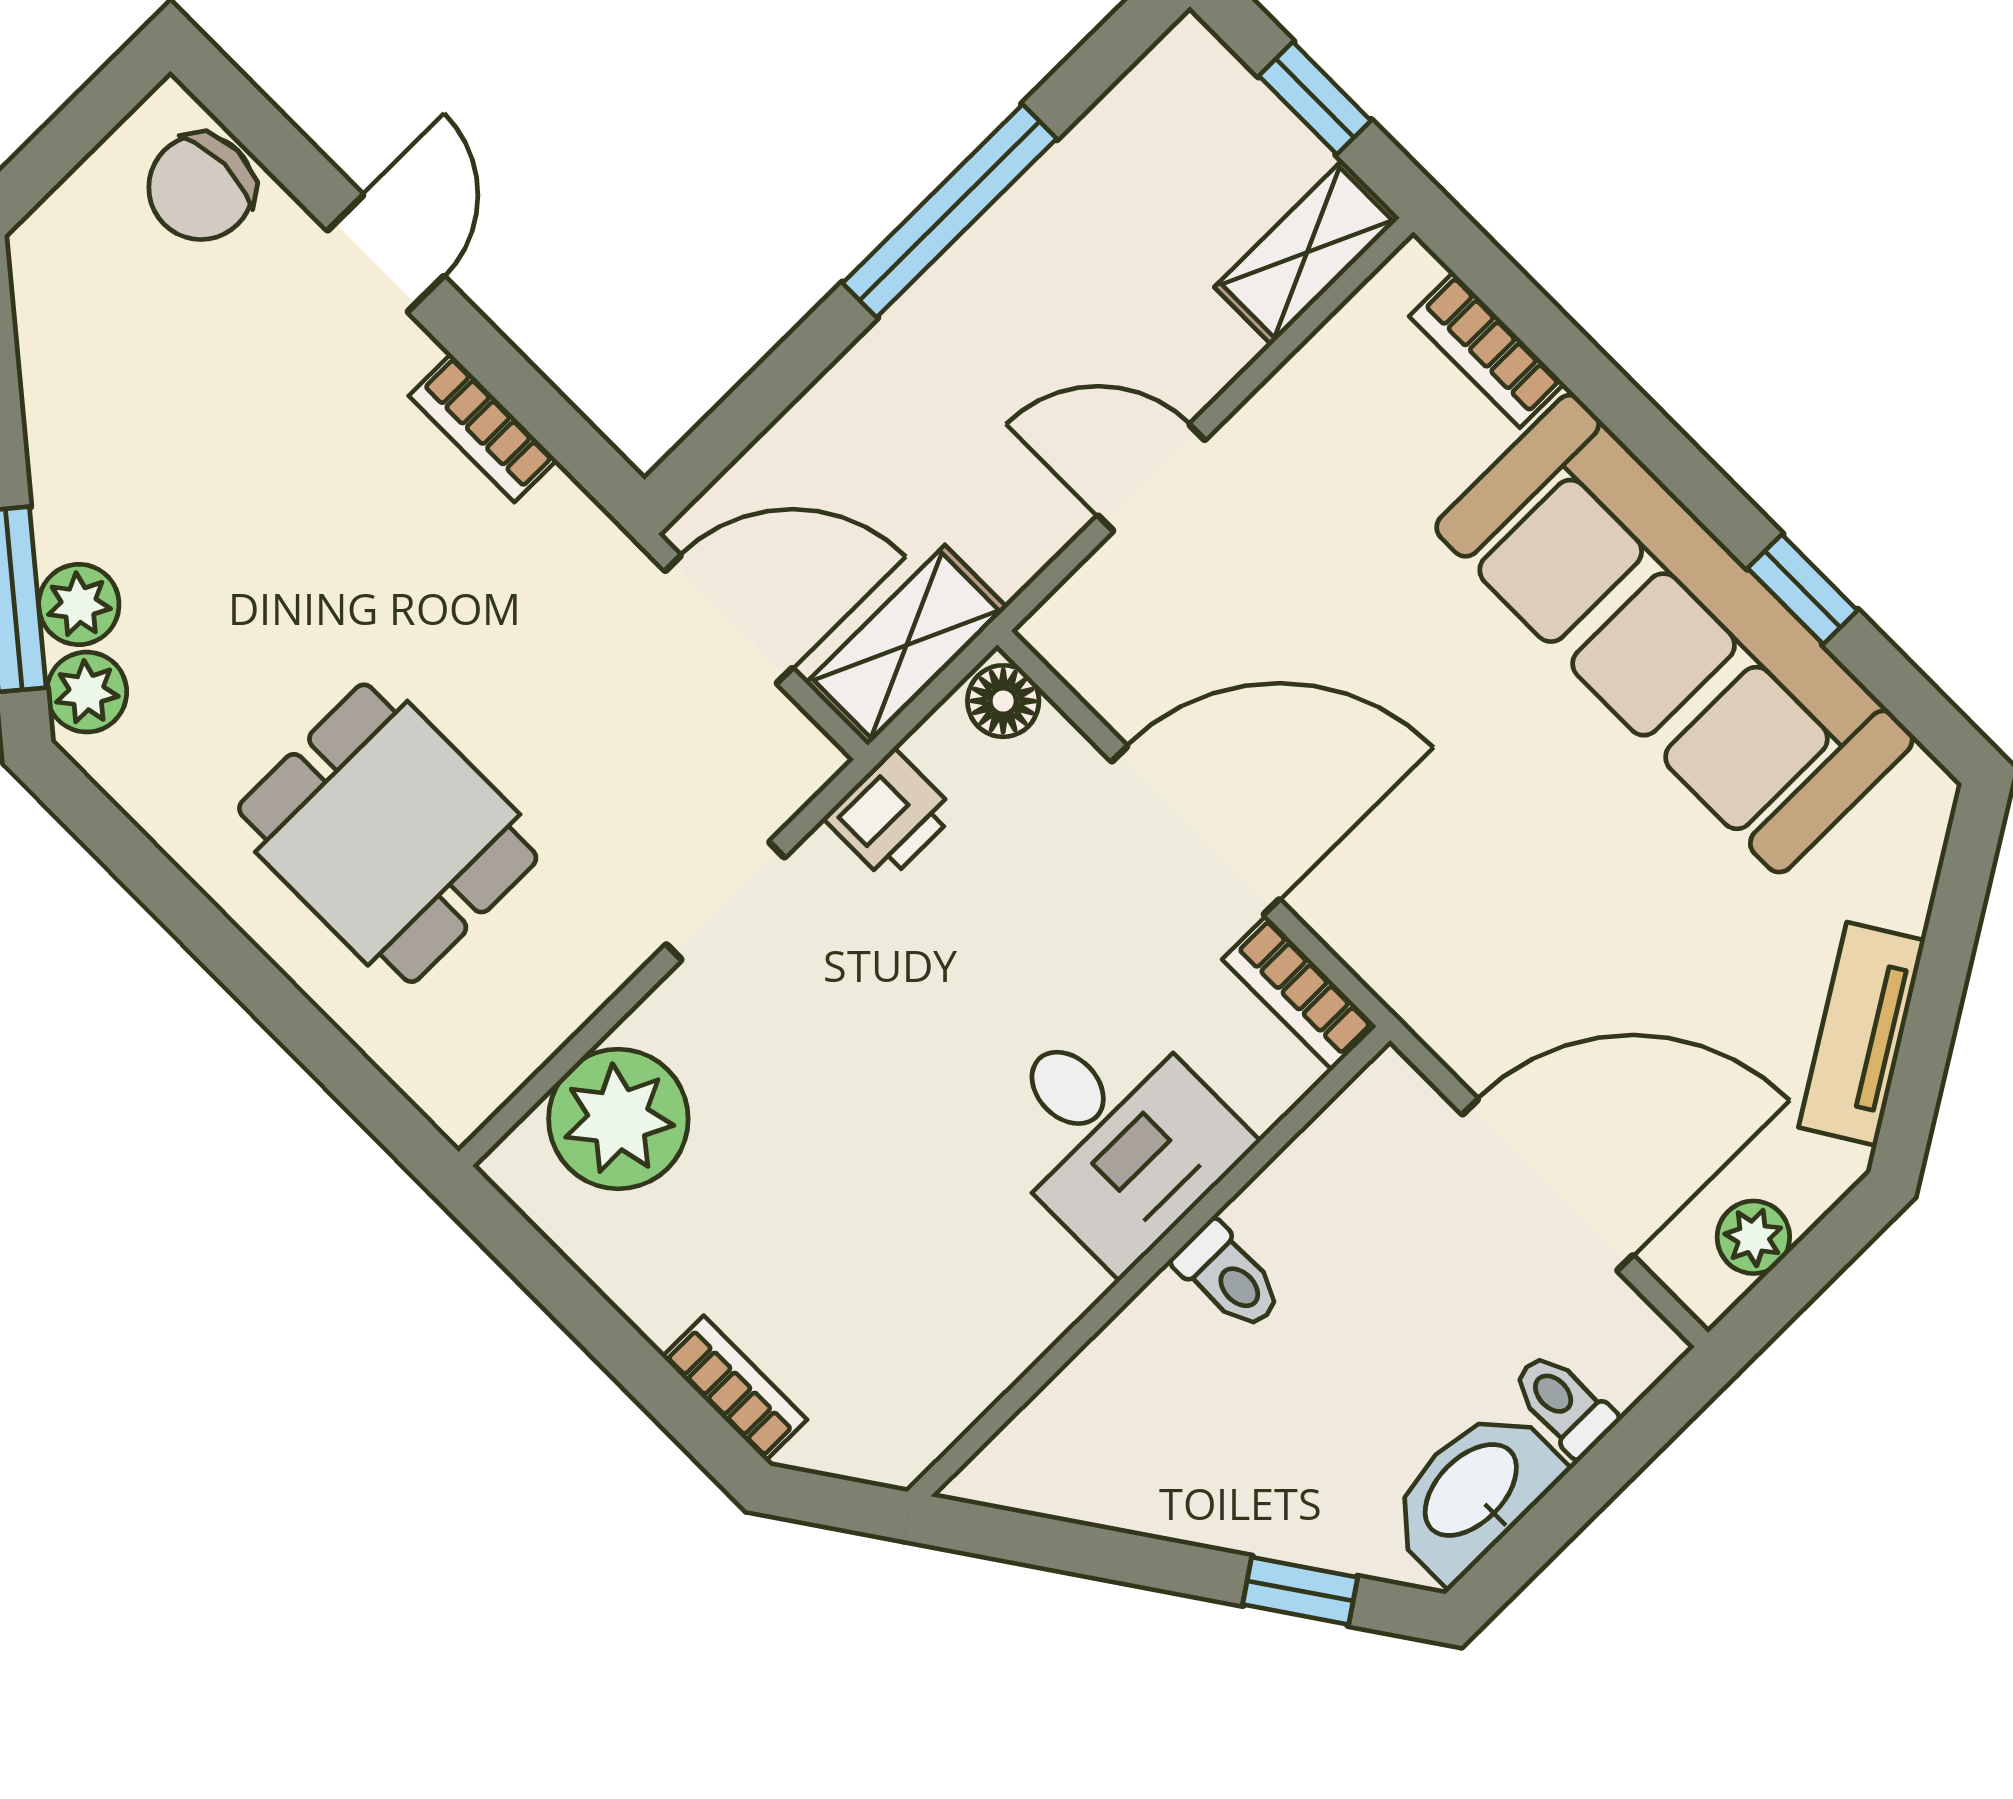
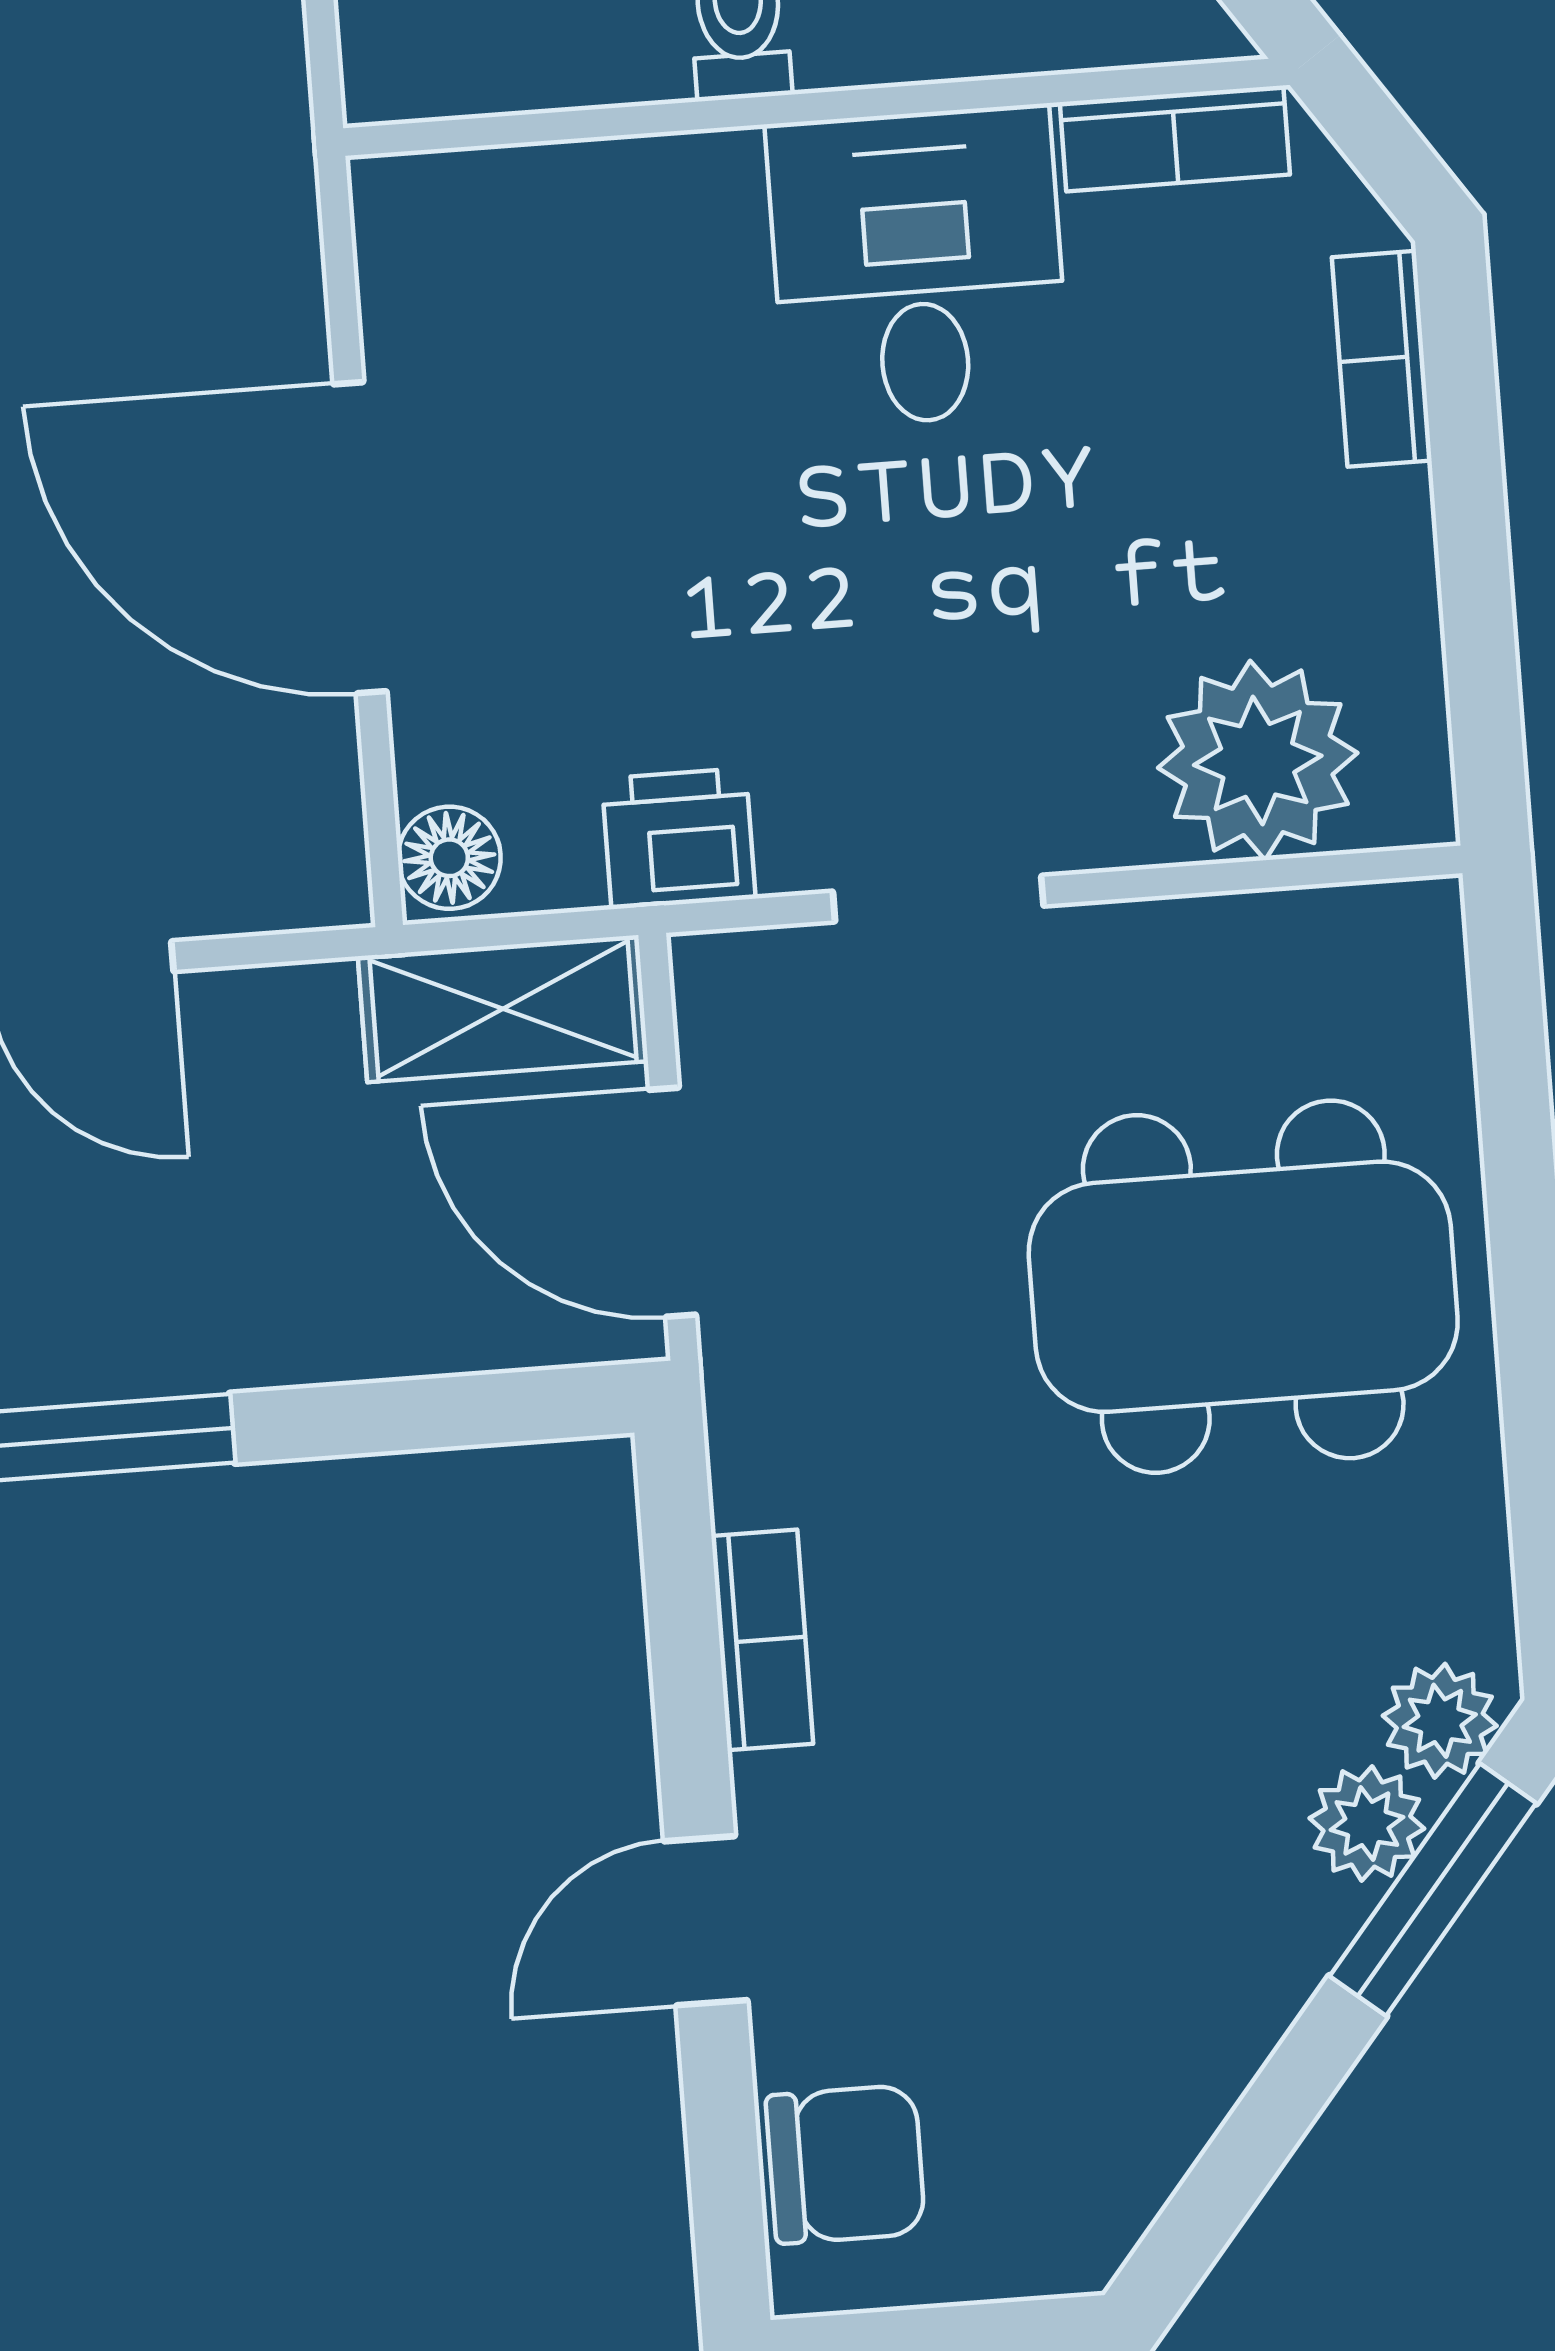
dining table: (388, 833) -> (1243, 1287), width x1.37
bookcase: (1299, 993) -> (1175, 138), moved, turned 90
desk: (1115, 1135) -> (918, 267), moved

